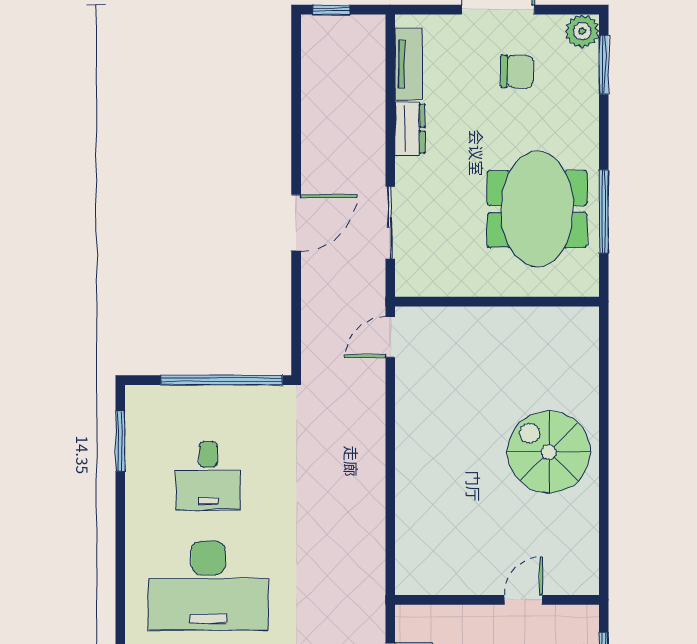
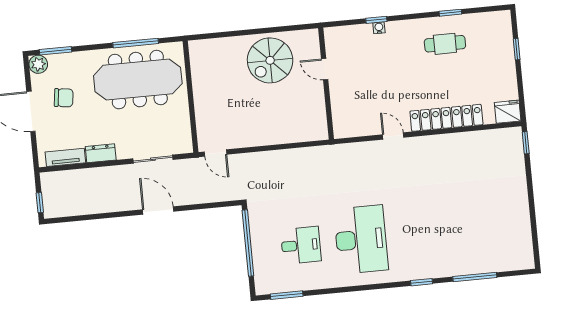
chair: (517, 71) -> (64, 98), turned 97
meeting table: (537, 209) -> (138, 80), width x1.36
wall: (497, 600) -> (326, 84), moved
door: (523, 600) -> (325, 69), moved

